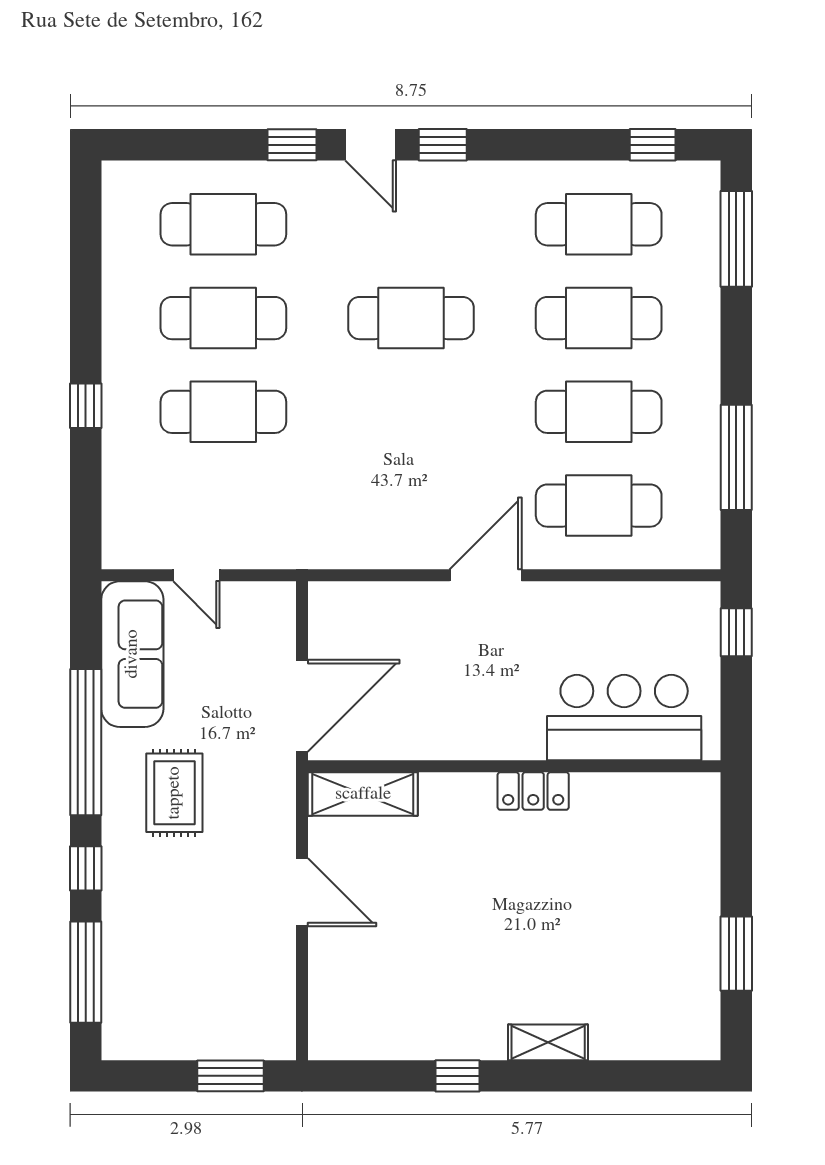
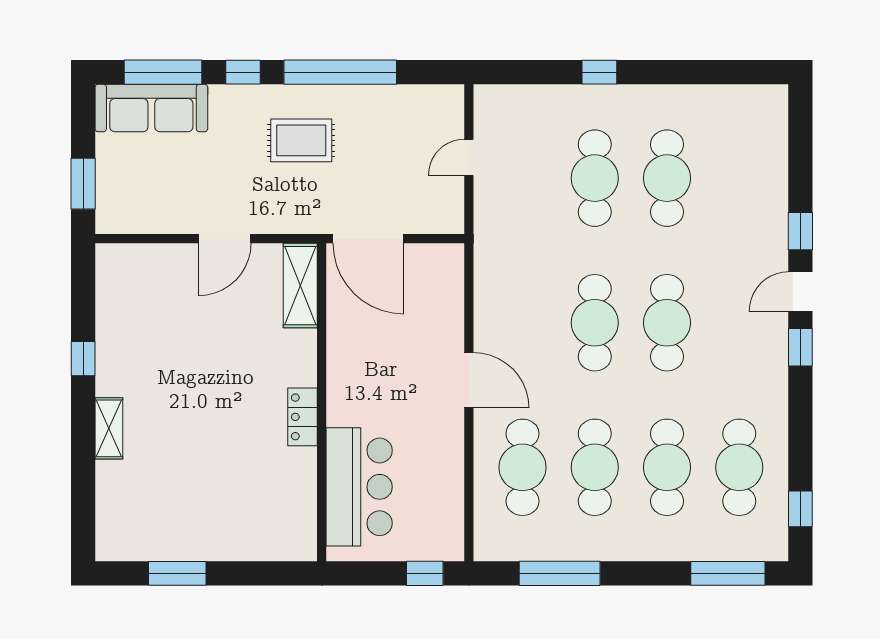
cafe table: (223, 224) -> (595, 323), moved
sofa: (132, 654) -> (151, 108), moved

